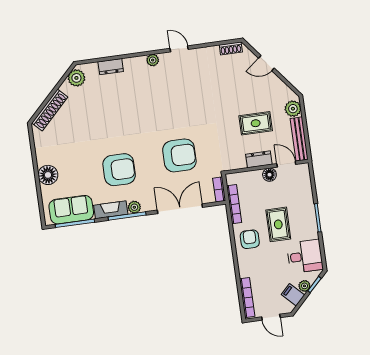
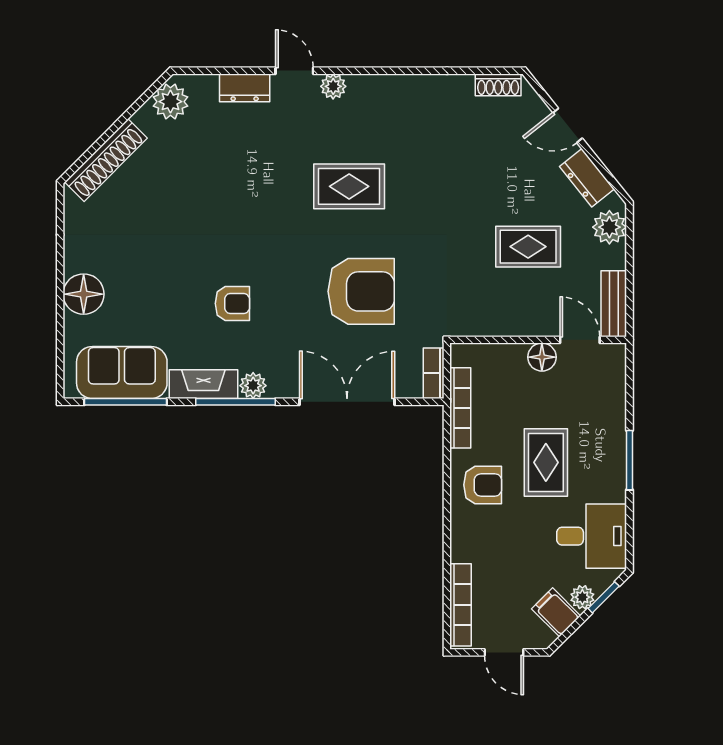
door: (179, 49) -> (294, 71), moved
rug: (167, 106) -> (349, 186), added
bench: (299, 139) -> (614, 304), width x0.73
dresser: (259, 159) -> (587, 178), moved, turned -129
armchair: (119, 170) -> (232, 303), width x0.53, depth x0.53
armchair: (250, 239) -> (483, 485), turned 90

